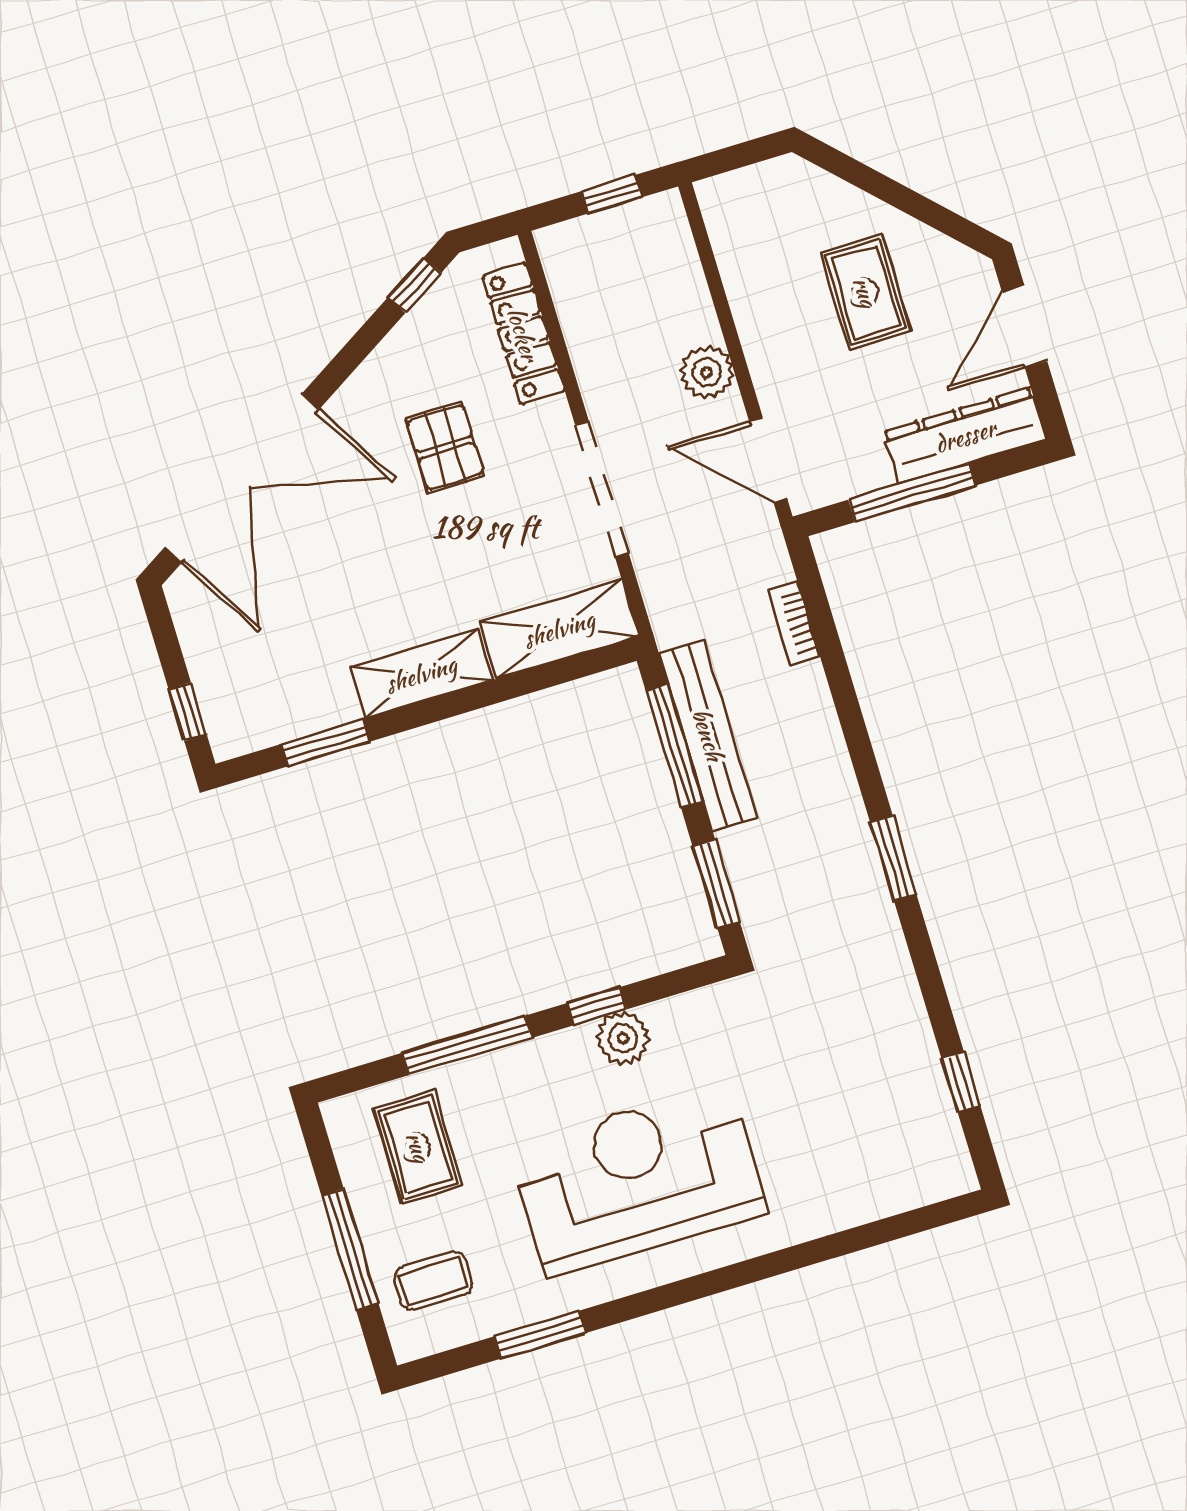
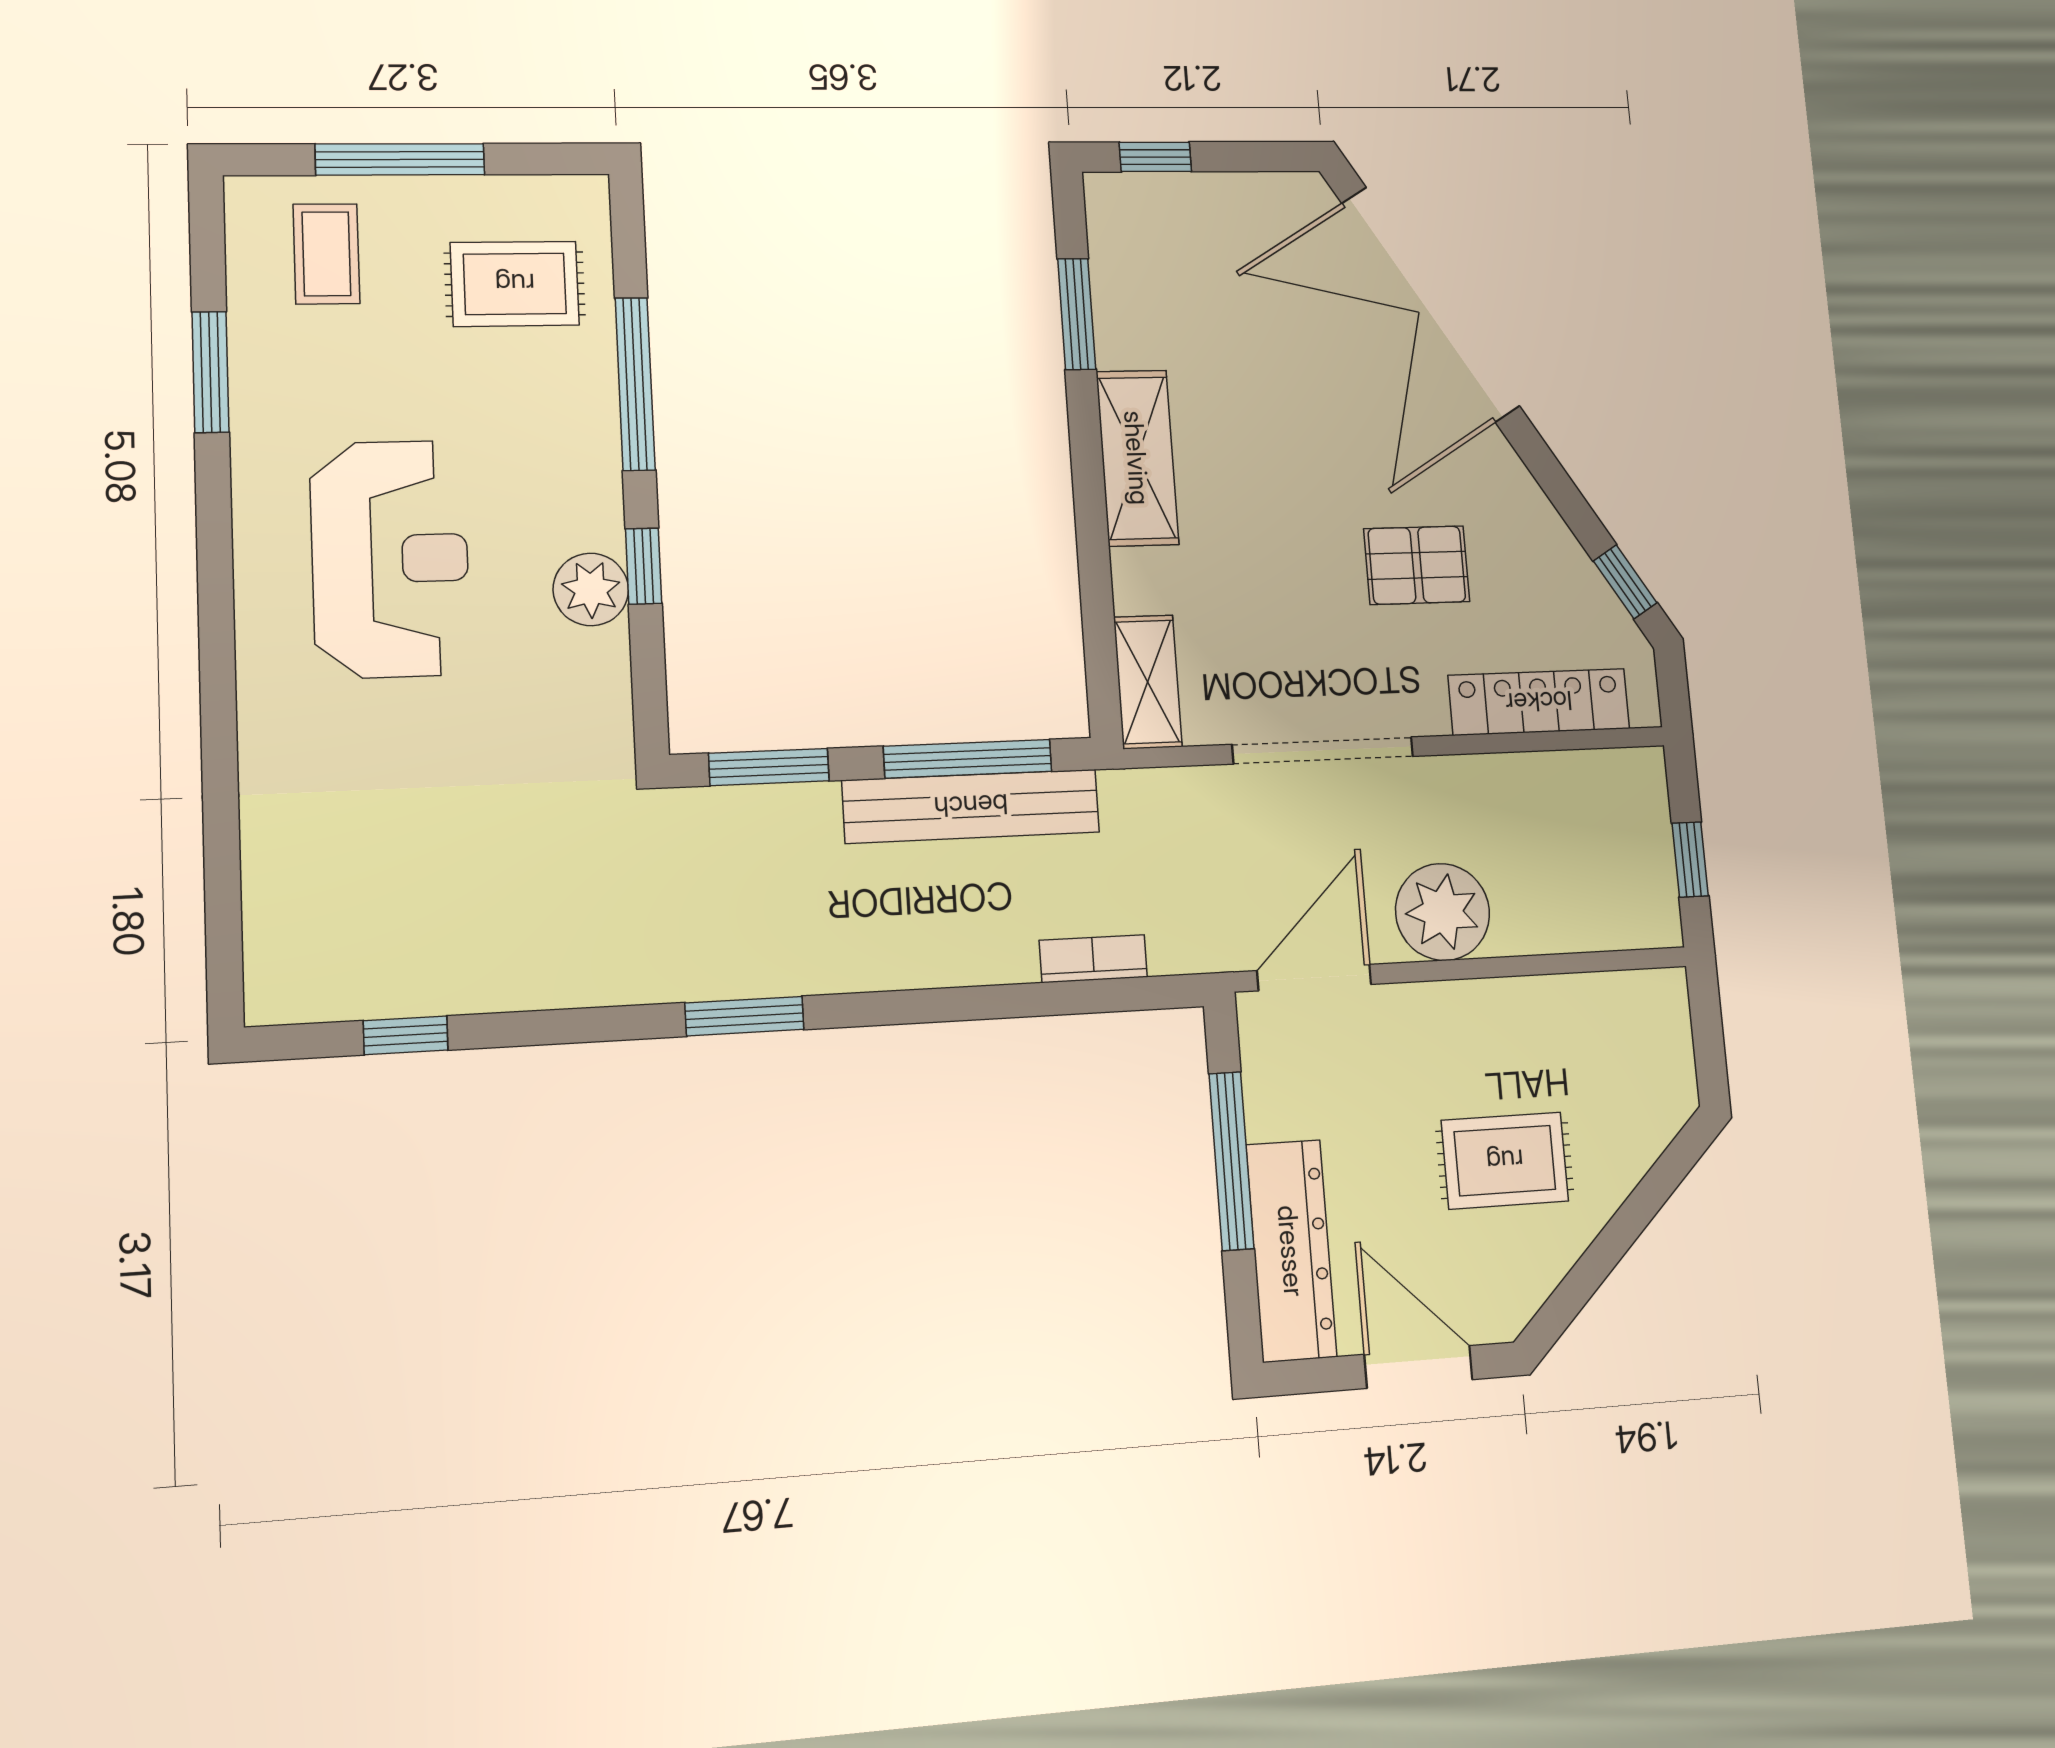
plant: (707, 372) -> (1443, 912), width x1.36, depth x1.36
shelving: (559, 629) -> (1148, 682), width x0.67, depth x0.75
reception desk: (638, 1179) -> (390, 559), width x0.74, depth x0.77

